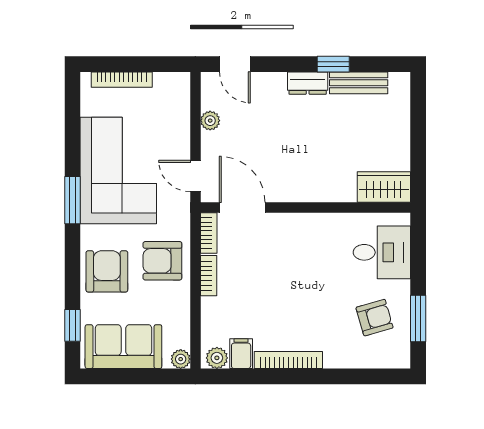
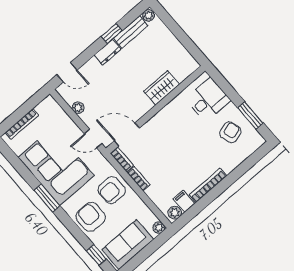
plant: (399, 81) -> (148, 15), added
wardrobe: (384, 187) -> (162, 88), moved

